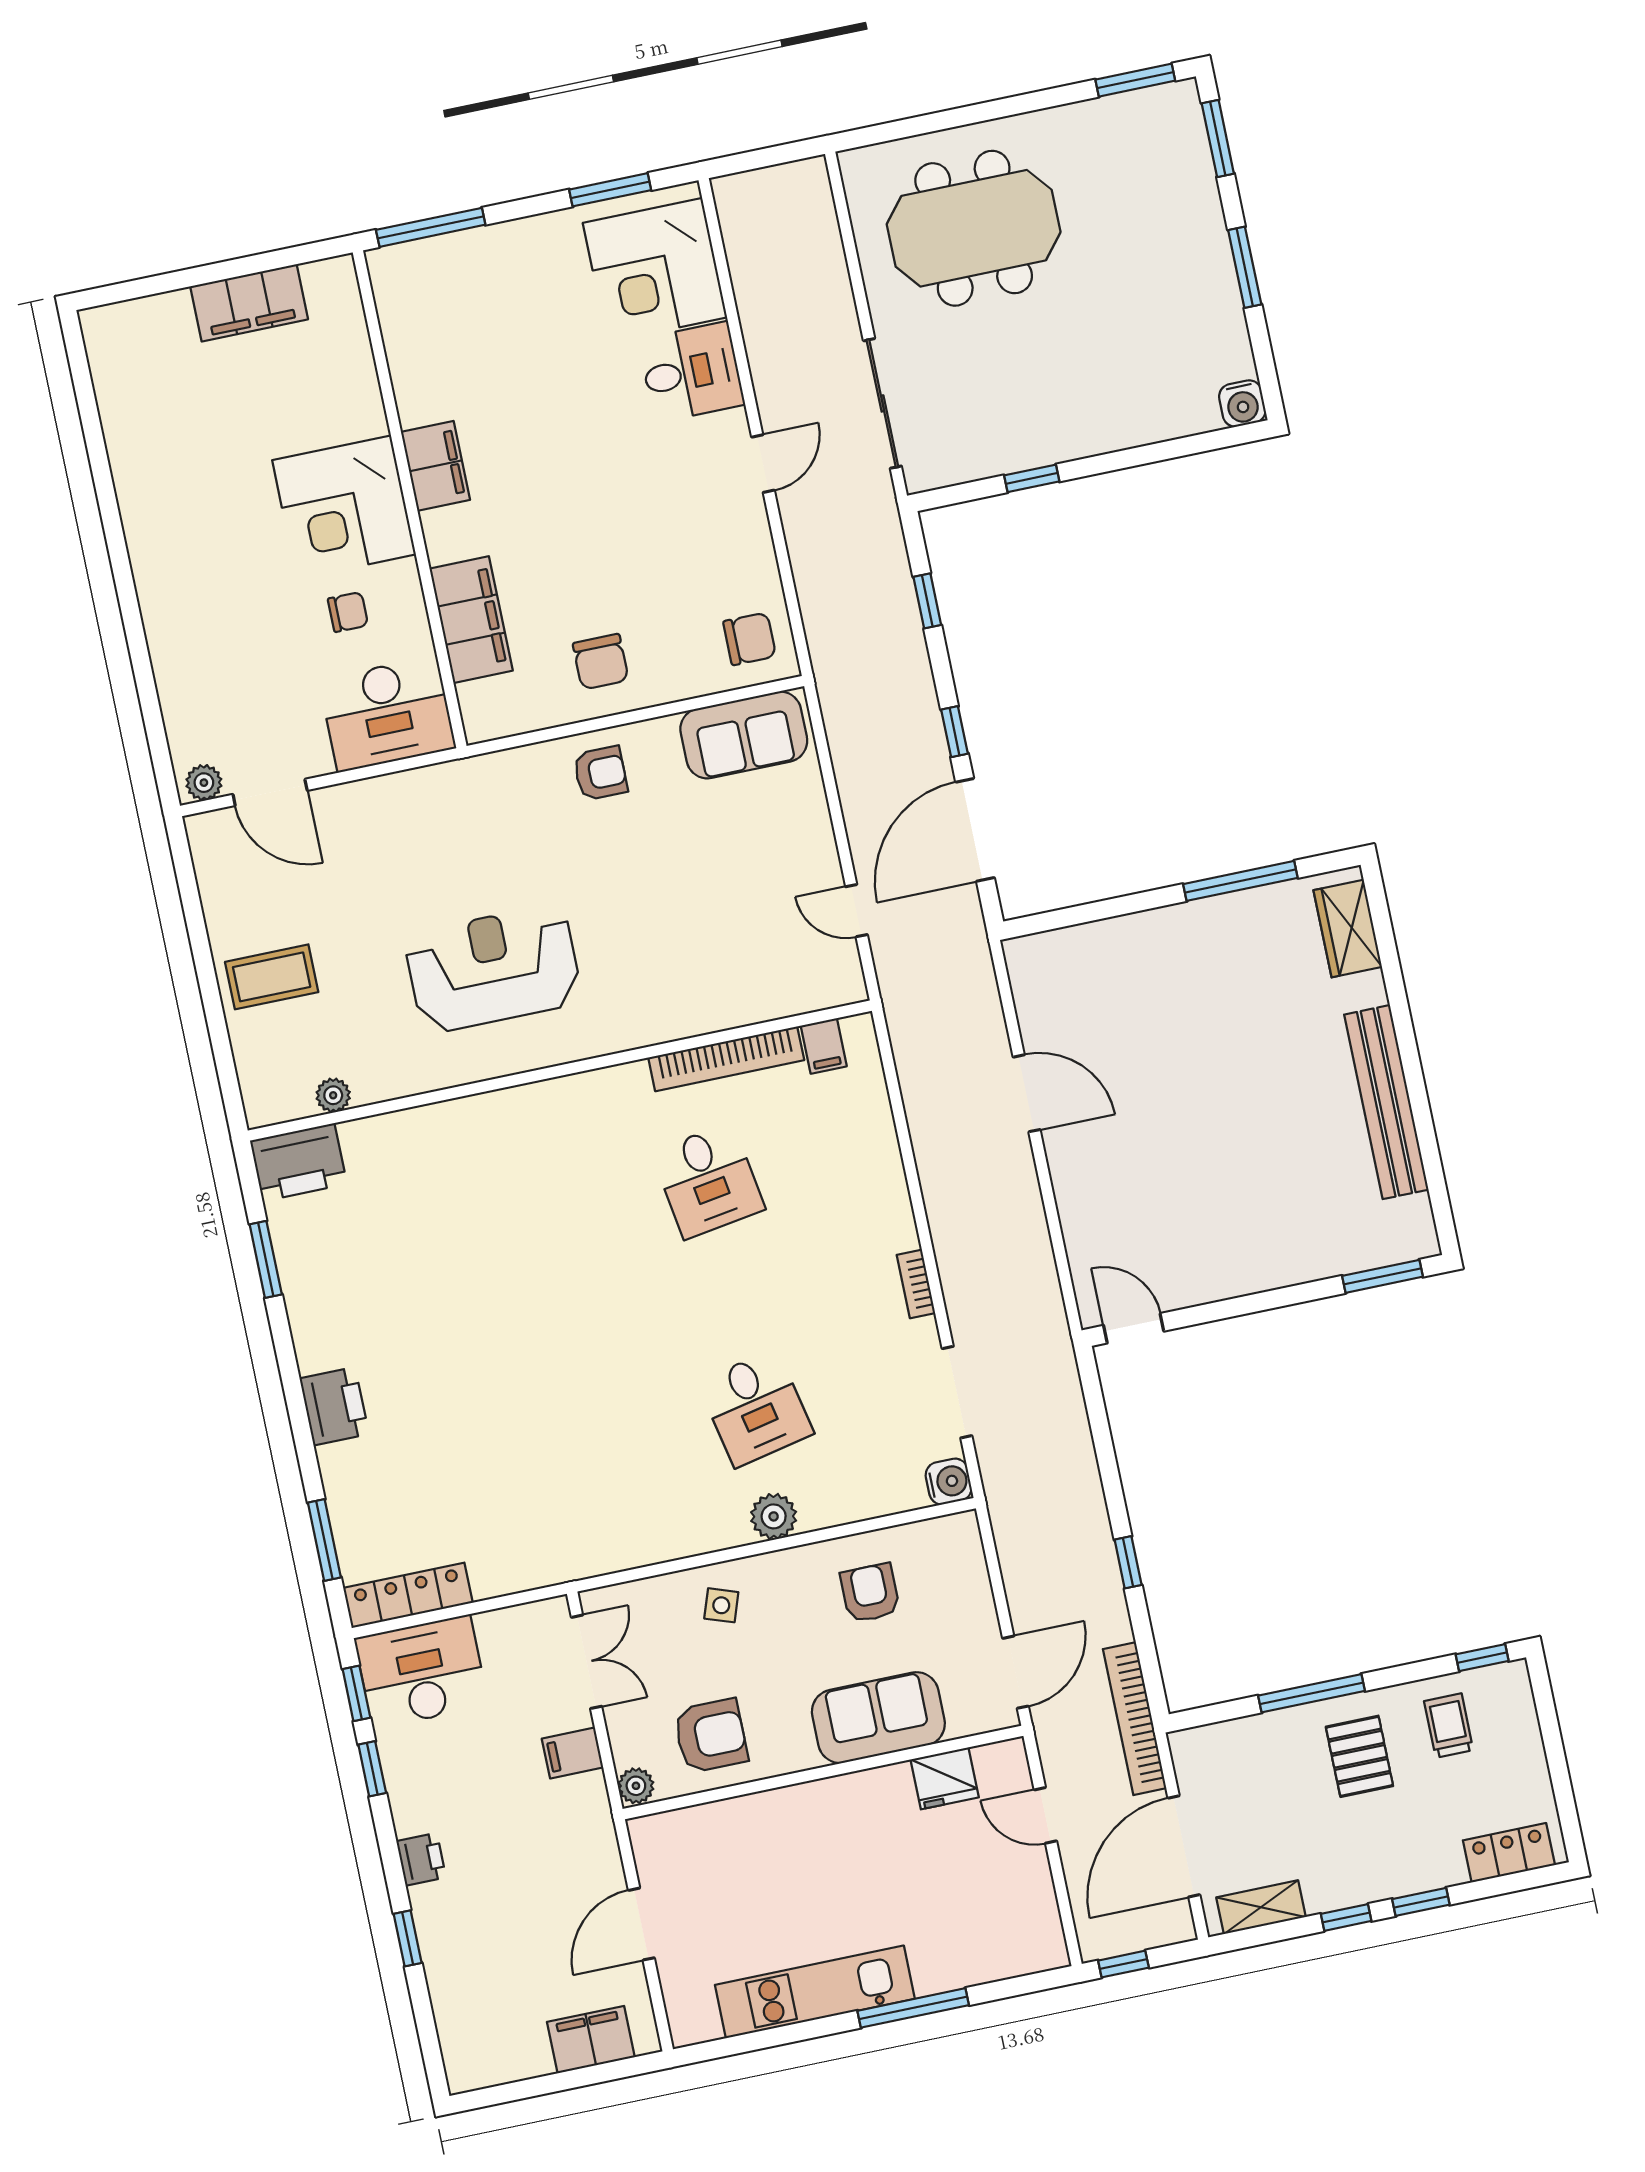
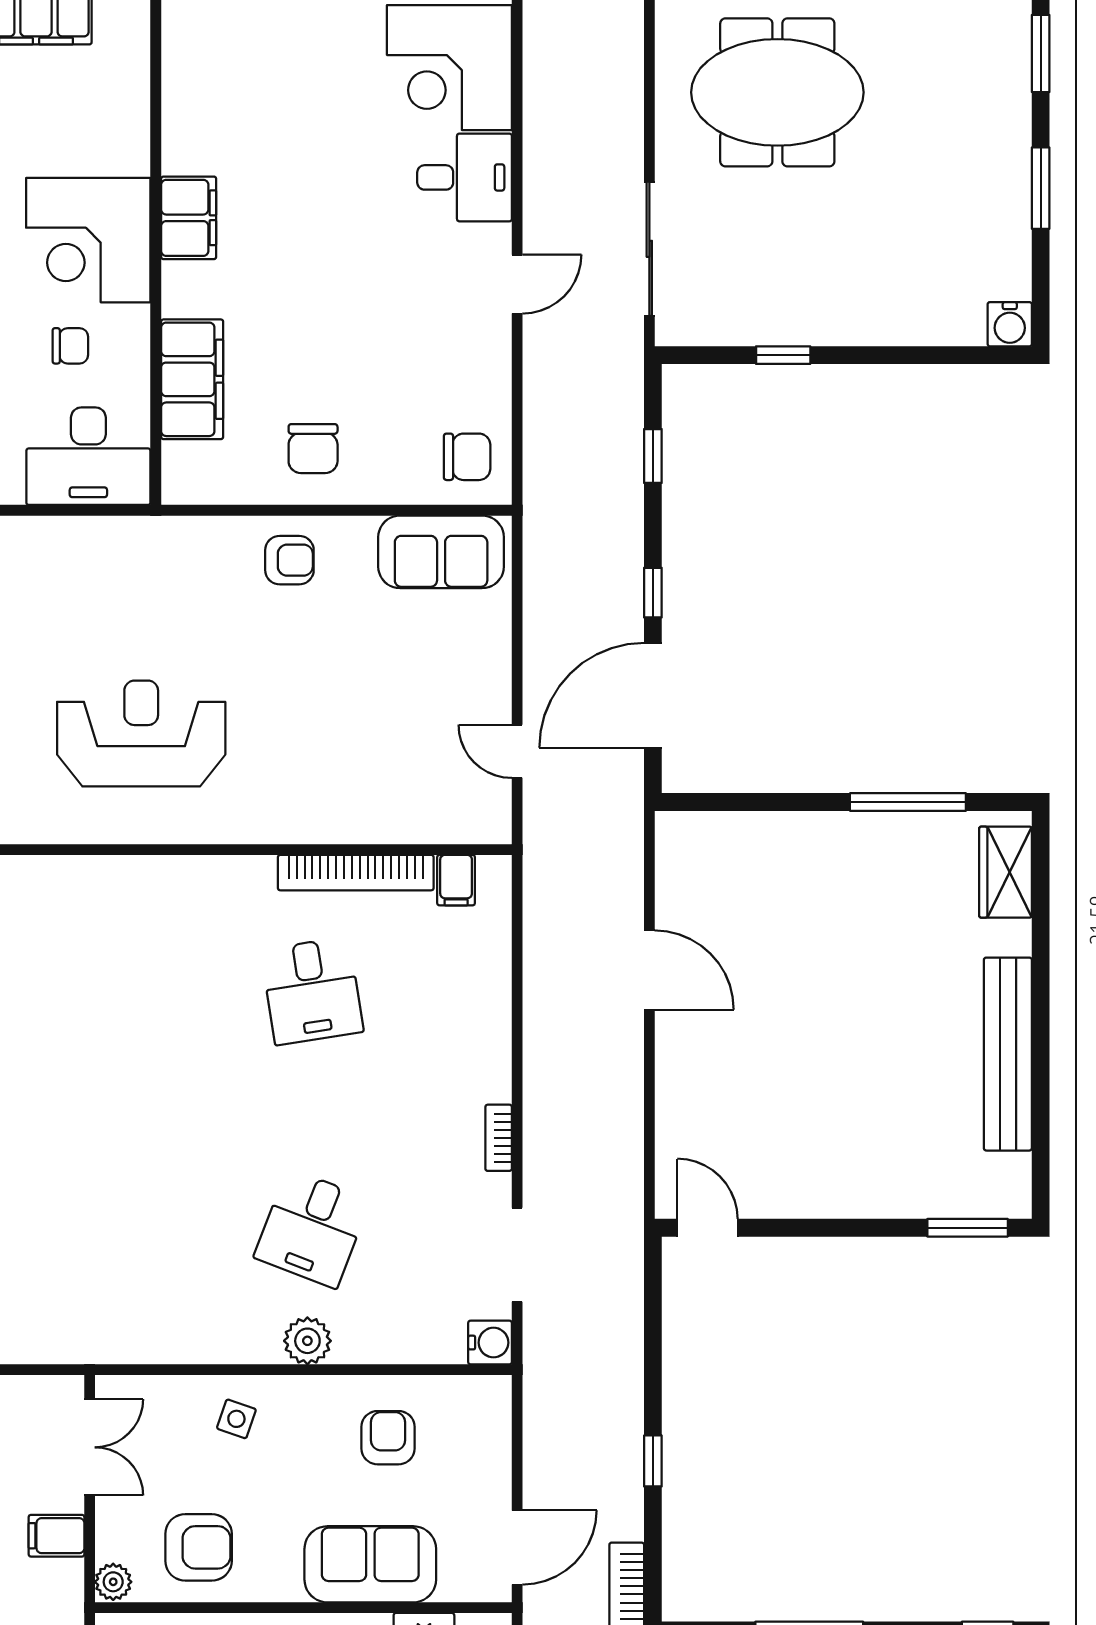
desk: (756, 1408) -> (312, 1228), turned 33

